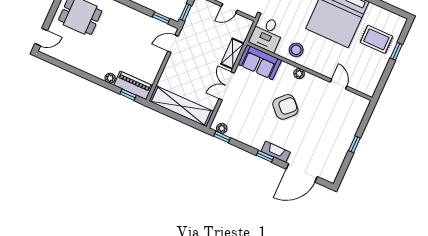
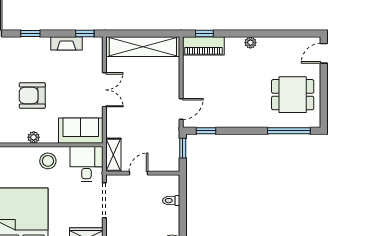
shelving: (232, 54) -> (113, 155), moved
plant: (110, 78) -> (250, 43), moved
armchair: (285, 107) -> (32, 95), turned 45
plant: (222, 128) -> (89, 43), removed
fireplace: (276, 152) -> (66, 43), moved

